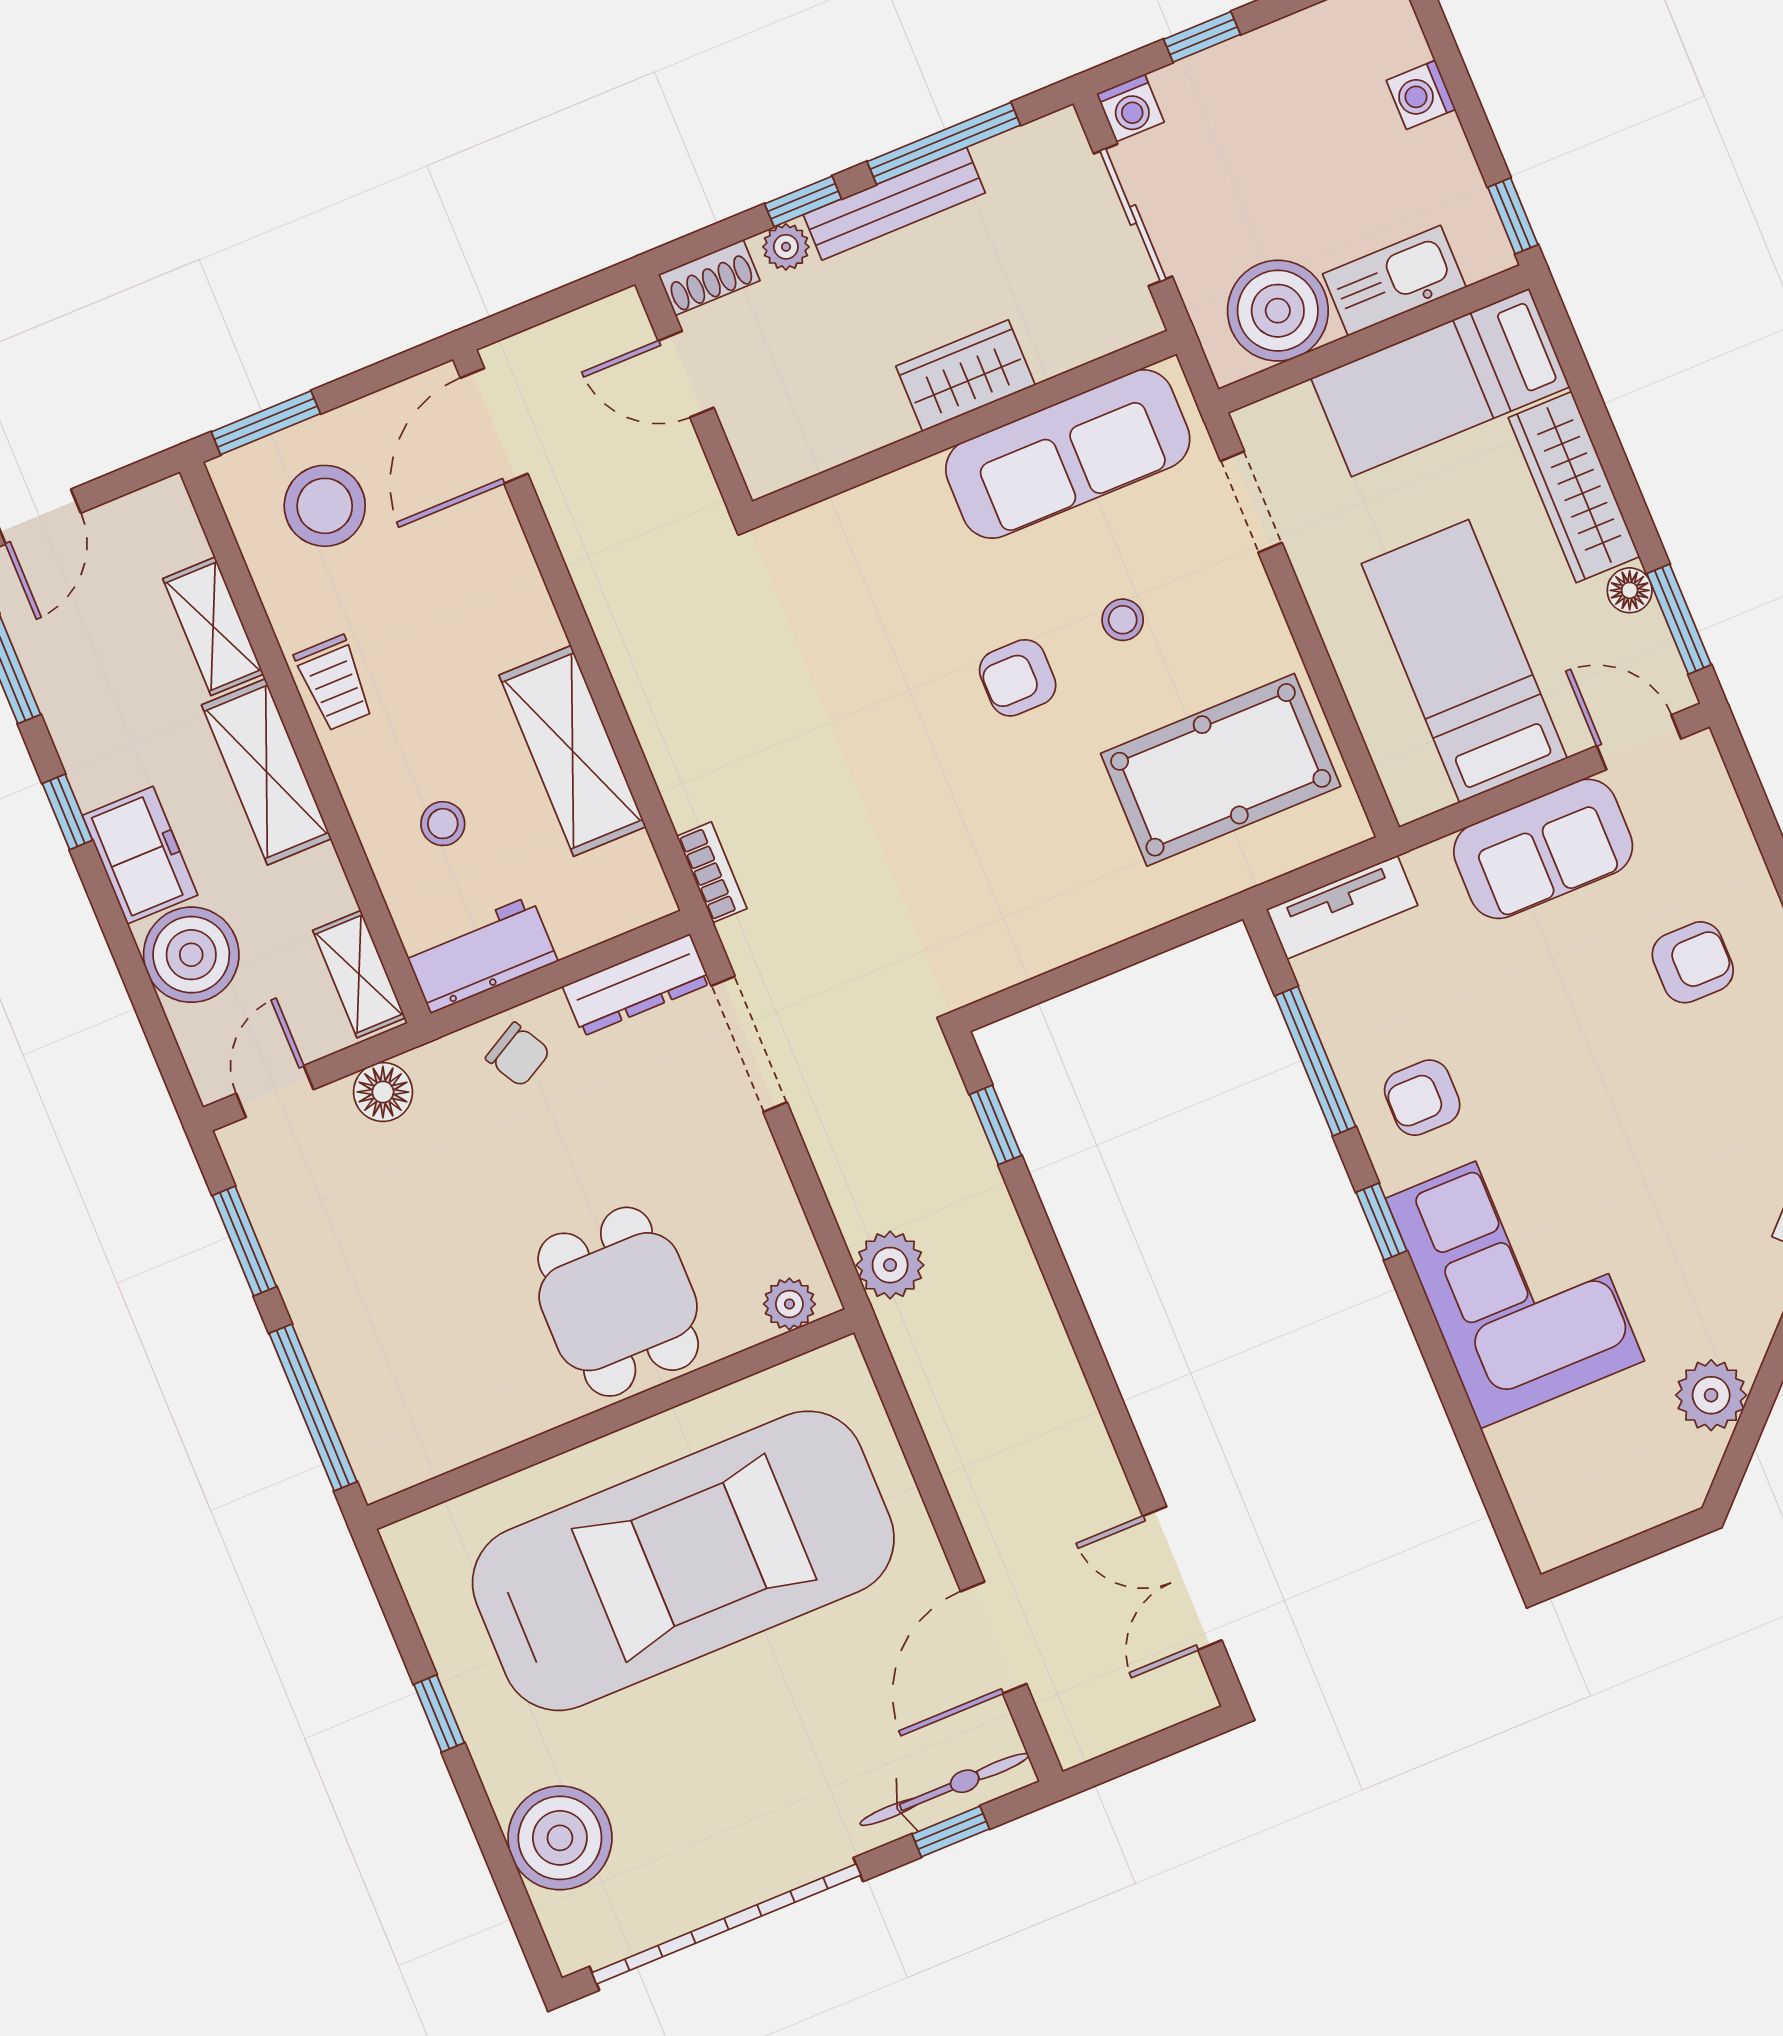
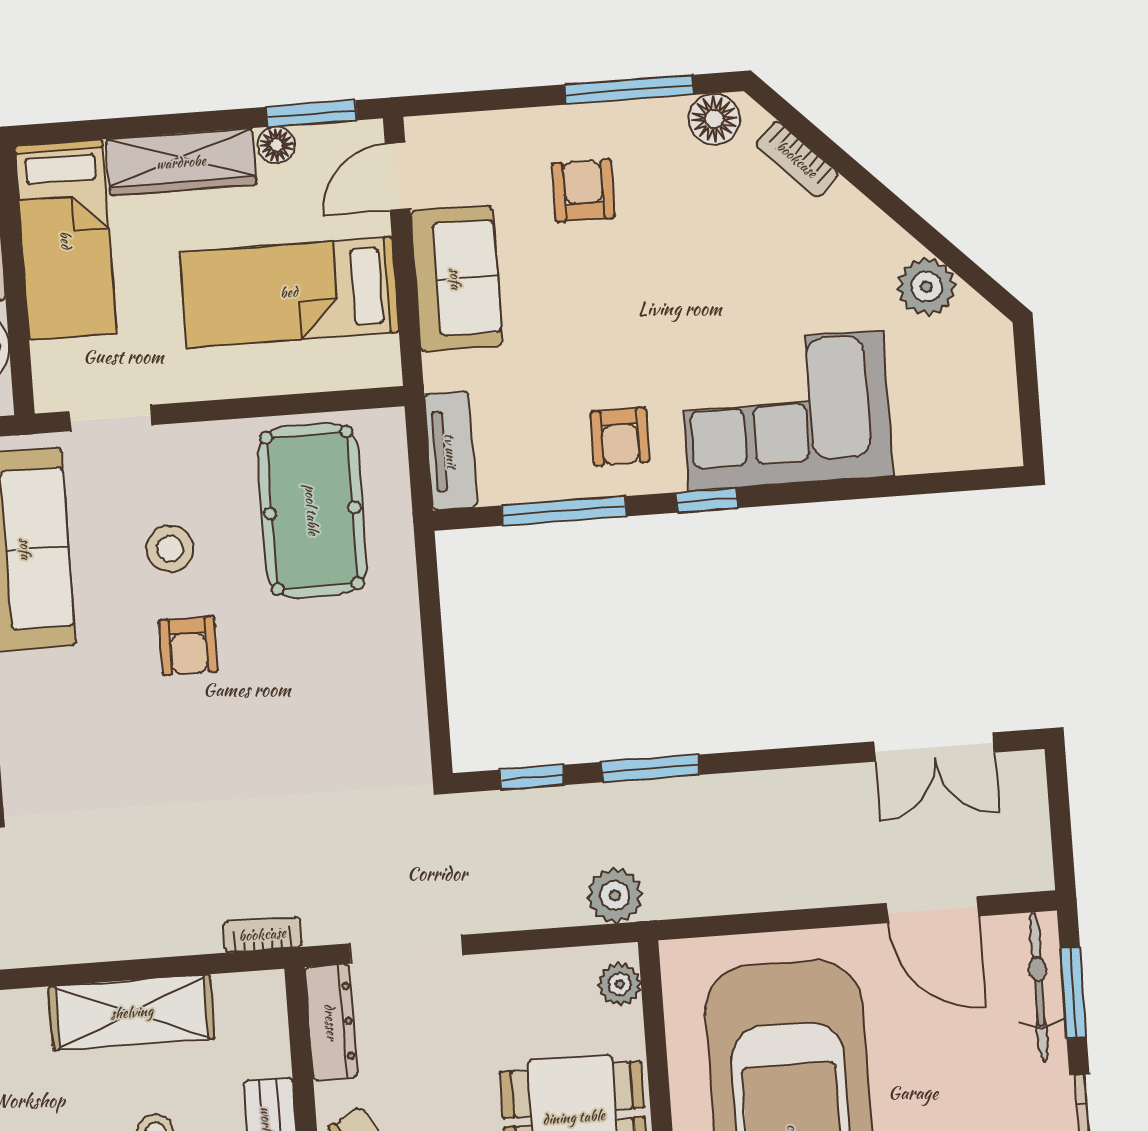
stool: (1123, 620) -> (170, 549), width x1.37, depth x1.37
window: (1050, 1258) -> (651, 768), added
window: (951, 1831) -> (1073, 993), width x1.50

